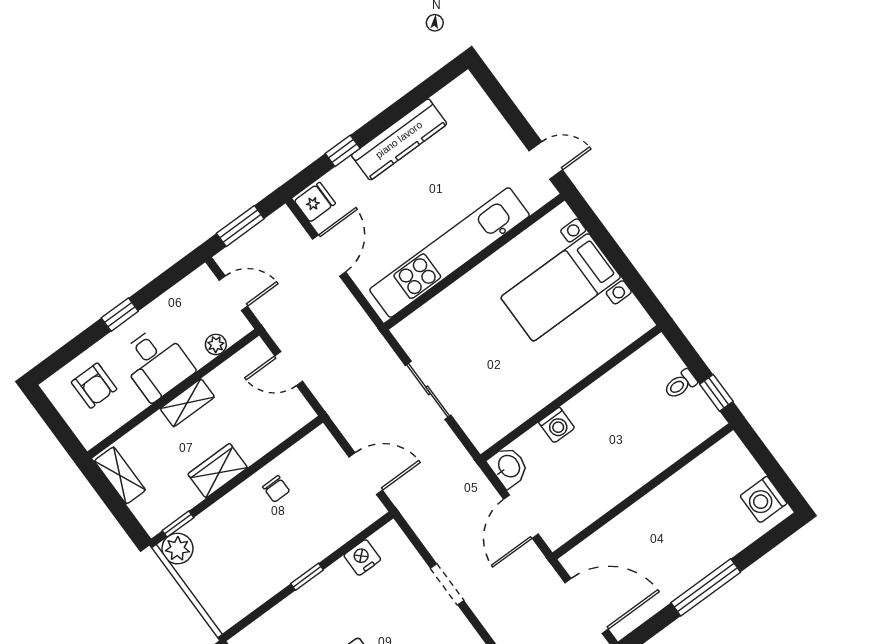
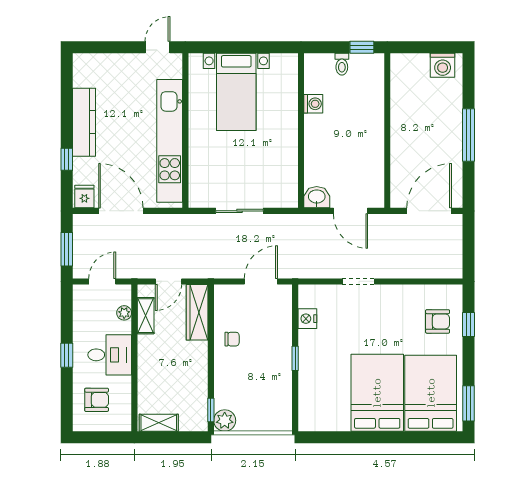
door: (329, 256) -> (121, 211), width x1.36
shelving: (187, 403) -> (146, 316), moved
washing machine: (557, 425) -> (313, 104), moved
wardrobe: (218, 471) -> (197, 312), moved, width x1.50

